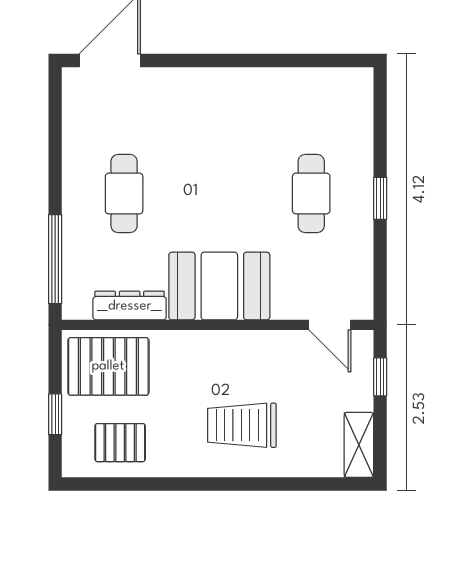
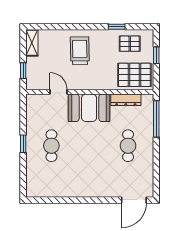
door: (330, 325) -> (59, 92), moved
trolley: (242, 425) -> (80, 51), turned -91
window: (152, 484) -> (117, 27), added

